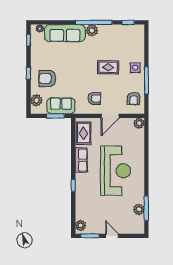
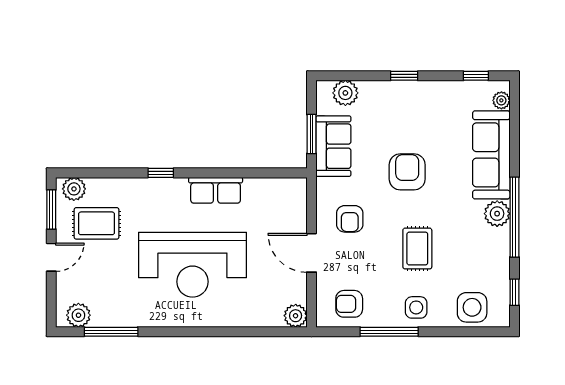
side table: (135, 42) -> (472, 307), added
armchair: (47, 78) -> (407, 172), moved
rug: (84, 133) -> (97, 223), moved
plant: (139, 209) -> (78, 315), moved

